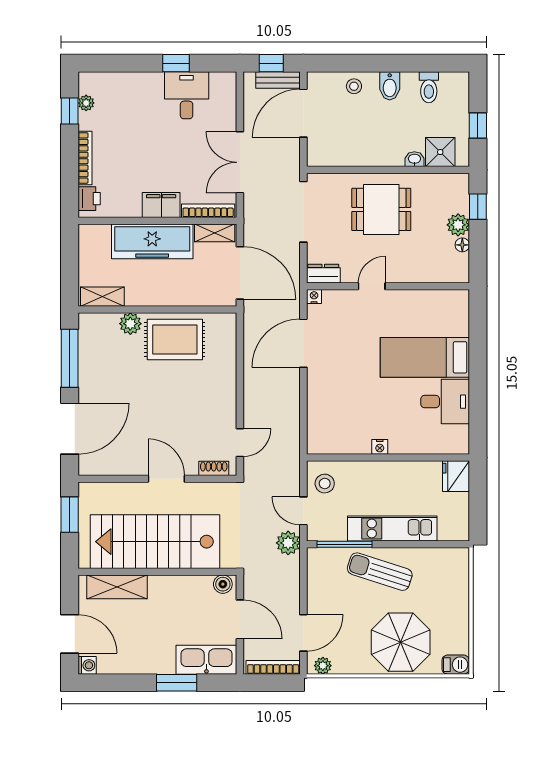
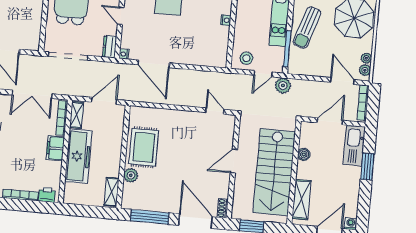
door: (240, 273) -> (104, 101), width x0.73
shoe rack: (214, 468) -> (223, 208), moved
boiler: (223, 584) -> (304, 154), moved
plant: (341, 666) -> (366, 58), added

